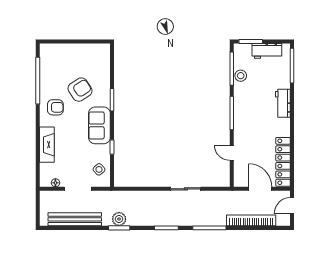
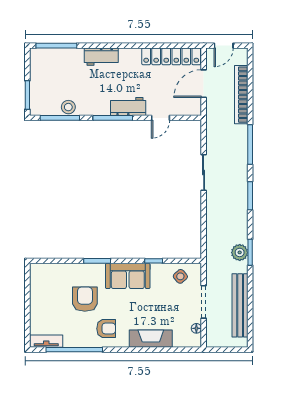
workbench: (267, 51) -> (128, 107), moved, turned -90
tv unit: (45, 57) -> (46, 341), added
armchair: (80, 90) -> (85, 299), turned 33
armchair: (55, 107) -> (106, 329), turned 90
door: (292, 206) -> (224, 46), hinge flipped

